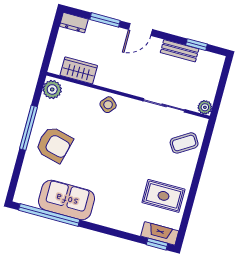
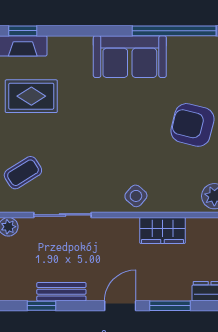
wardrobe: (79, 70) -> (162, 230), moved
sofa: (67, 200) -> (130, 57), moved

